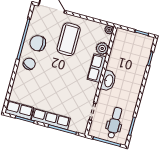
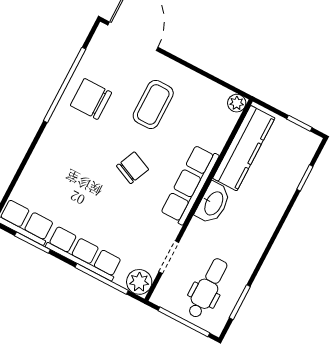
coffee table: (69, 39) -> (153, 104), width x0.73, depth x0.76
plant: (102, 48) -> (139, 282), moved
kitchen counter: (117, 51) -> (244, 148), added
chair: (29, 64) -> (133, 168), moved
row of seats: (97, 68) -> (190, 185), width x1.48

